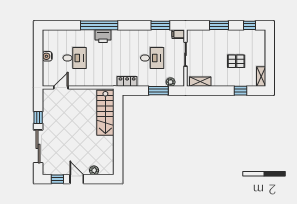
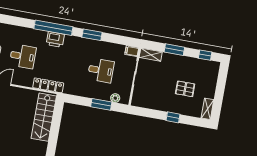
window: (160, 25) -> (92, 35), moved
locker: (127, 81) -> (48, 85), moved, width x1.53
shelving: (200, 82) -> (151, 55), moved
window: (241, 91) -> (173, 117), moved

